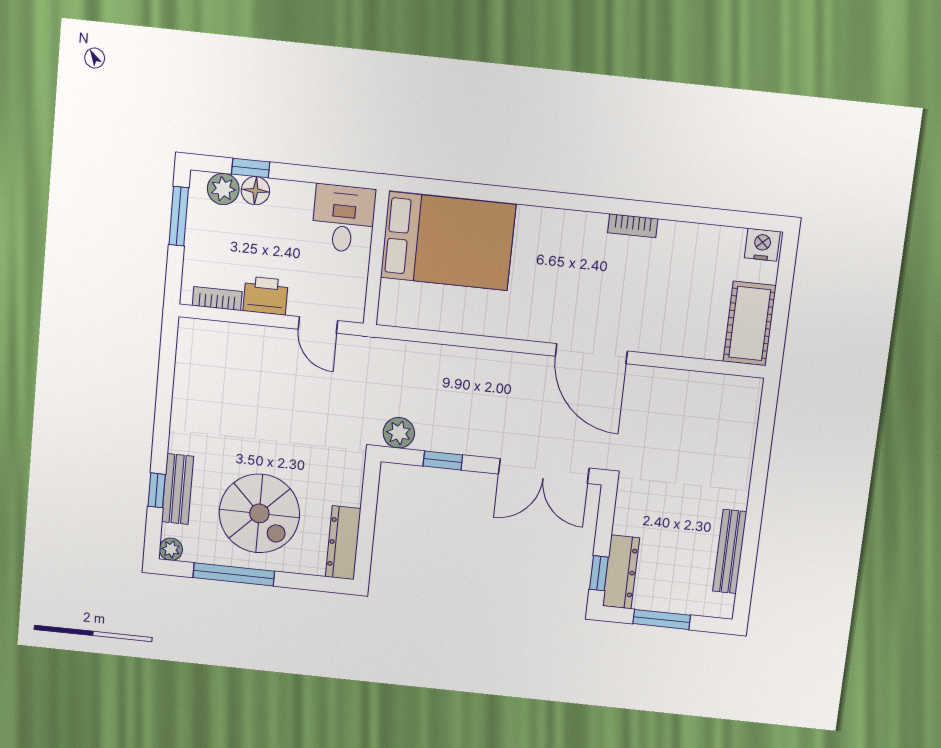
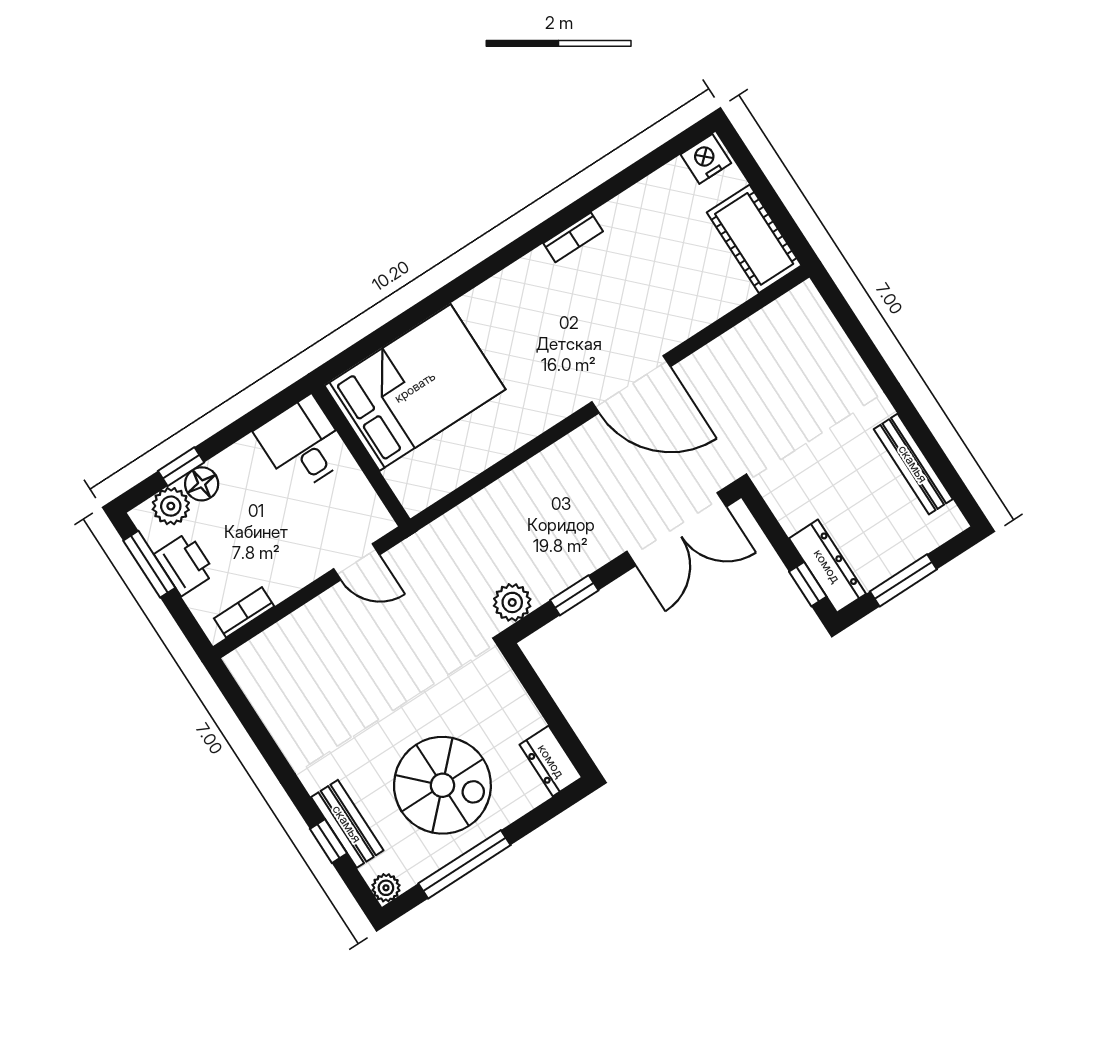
printer: (266, 296) -> (185, 564), moved, turned 90
dresser: (343, 543) -> (551, 761), width x0.70

